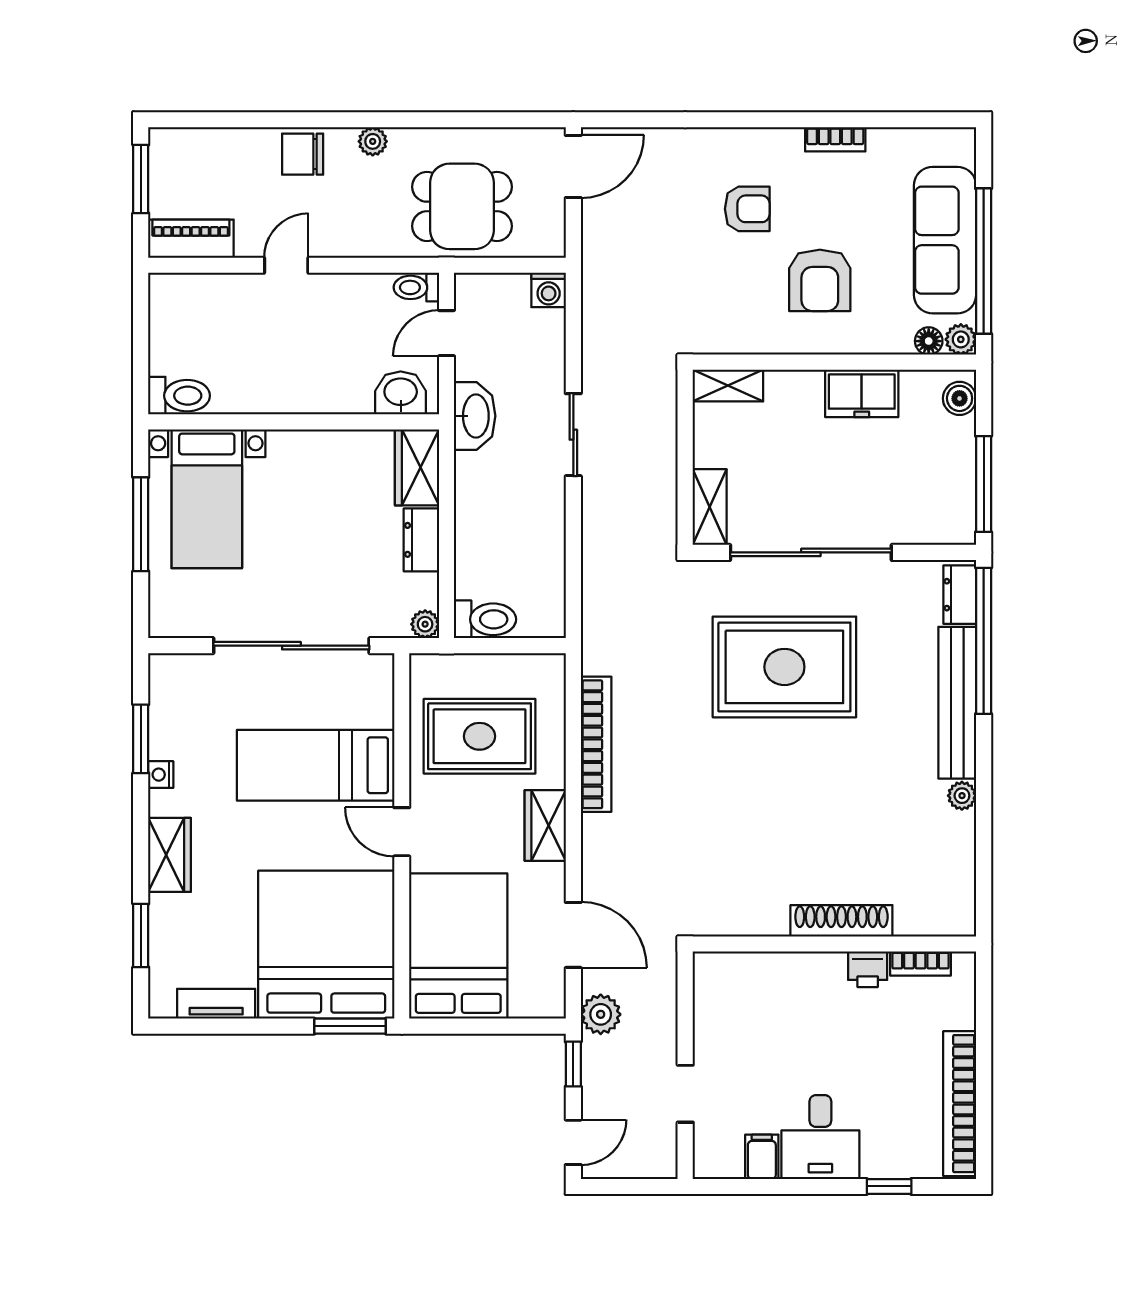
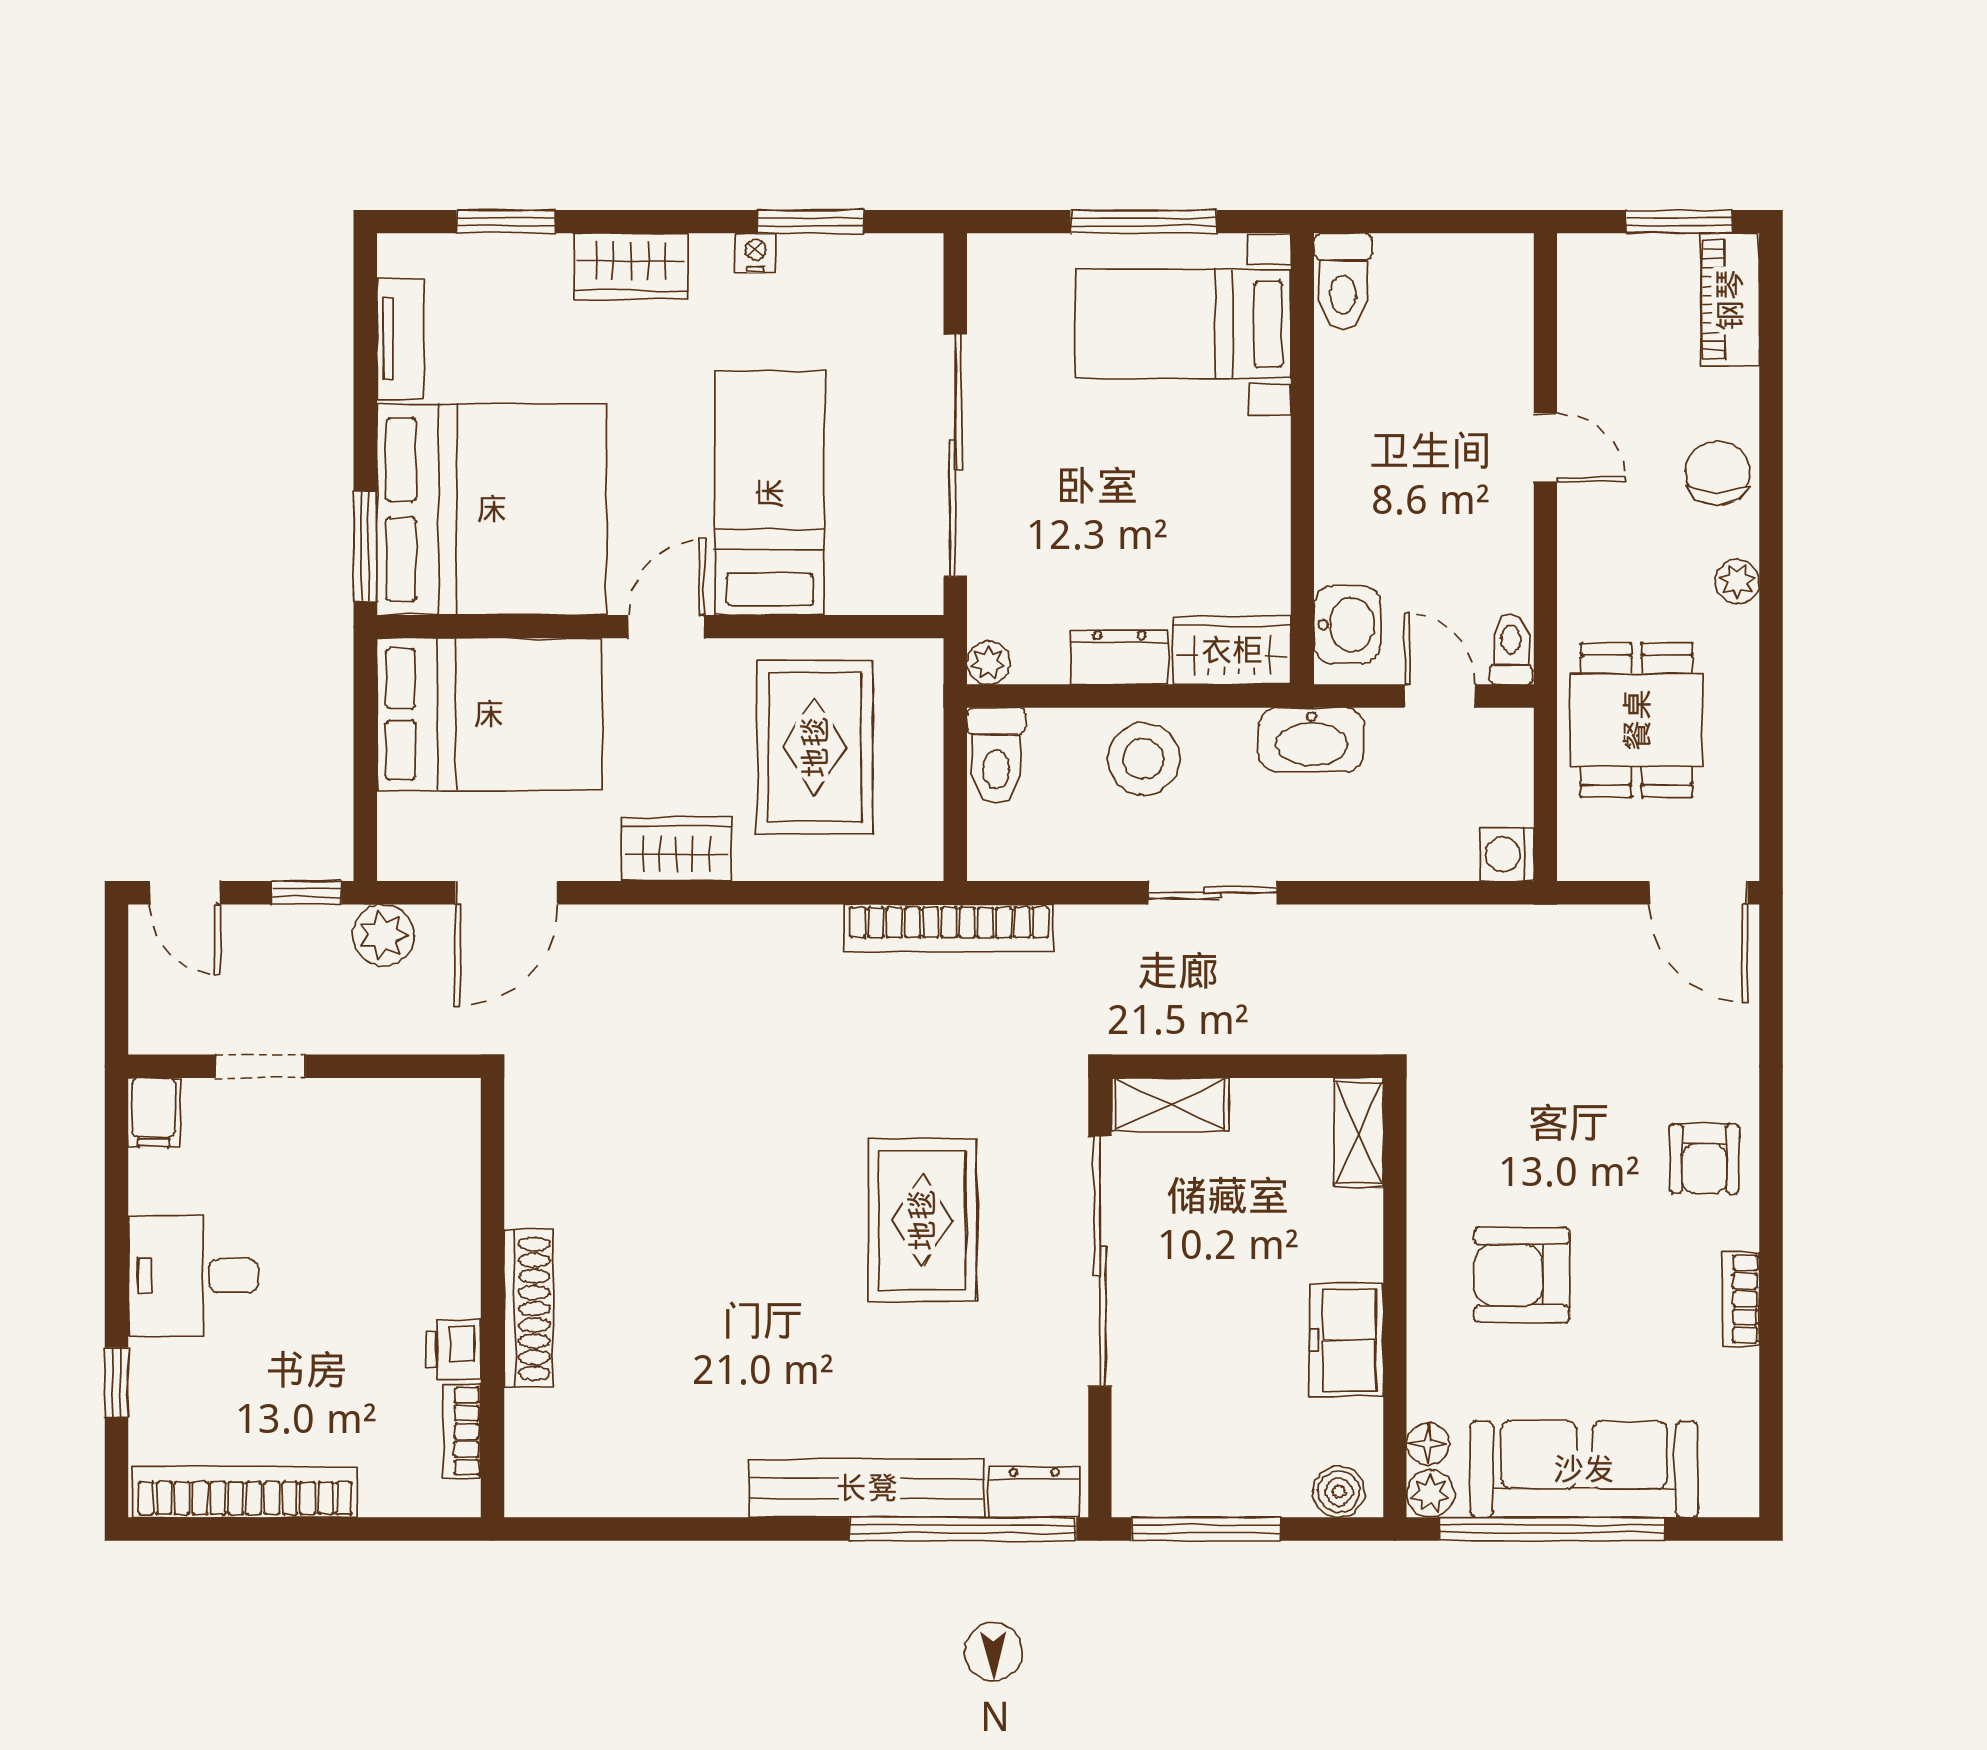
armchair: (747, 209) -> (1704, 1159), moved
piano: (191, 239) -> (1730, 300), moved, turned 180
sliding door: (573, 435) -> (1212, 893), moved
stool: (487, 524) -> (1144, 759), added
rug: (784, 667) -> (922, 1220), width x0.73, depth x0.69
bookcase: (596, 744) -> (949, 928), moved
plant: (962, 796) -> (723, 1496), removed
filing cabinet: (762, 1157) -> (154, 1112), moved, turned 90

